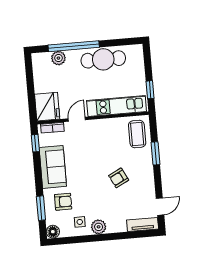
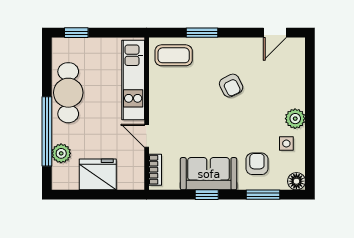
window: (150, 90) -> (76, 33), moved
fridge: (47, 107) -> (98, 174), moved
window: (35, 143) -> (207, 195), moved
door: (160, 207) -> (275, 33), swing flipped
tv unit: (143, 224) -> (297, 58), removed

